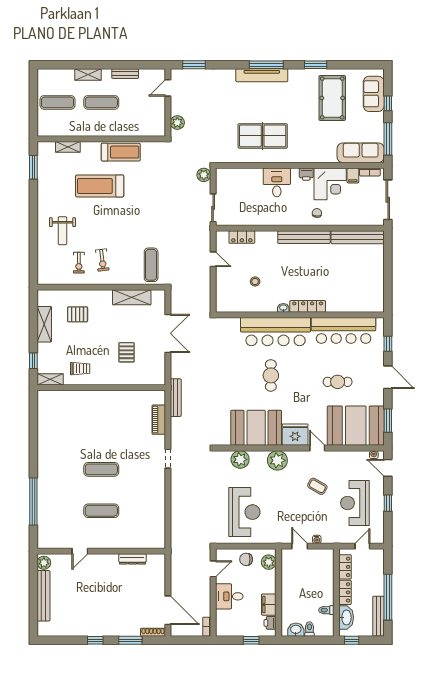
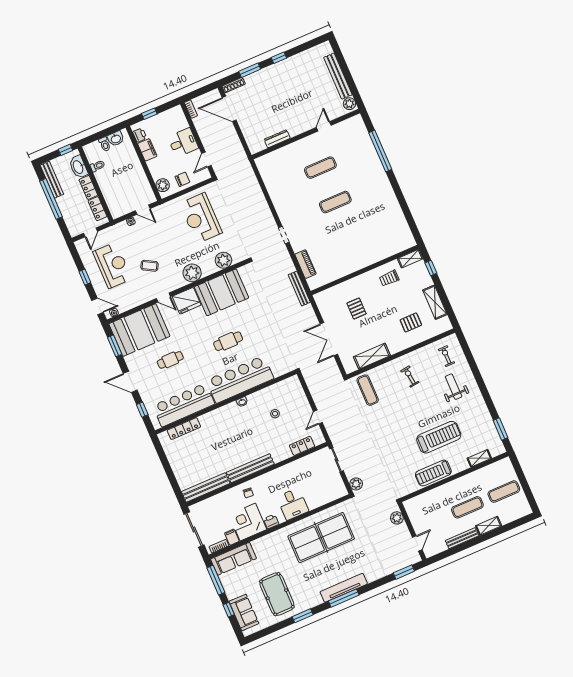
bench: (125, 74) -> (462, 538), width x1.36
table tennis table: (263, 136) -> (321, 538), width x1.36, depth x1.32
door: (213, 259) -> (318, 417), hinge flipped
exercise bike: (79, 263) -> (446, 356), moved
locker: (308, 306) -> (184, 429), moved
cafe table: (271, 375) -> (228, 341), turned 90

